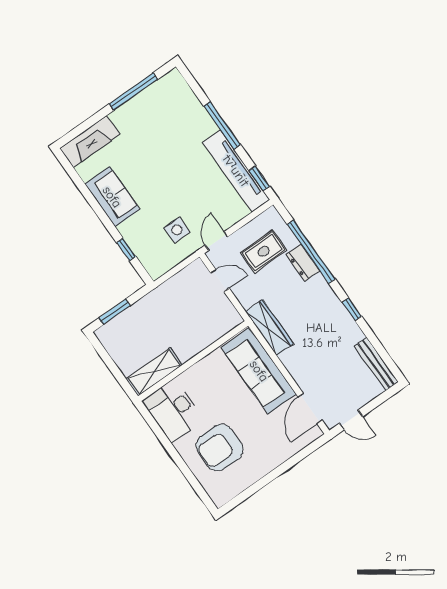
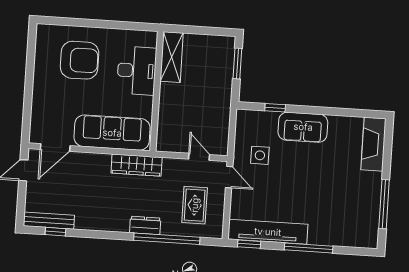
sofa: (112, 197) -> (303, 127), moved
dresser: (303, 263) -> (145, 225), moved
door: (220, 280) -> (199, 157), swing flipped
window: (352, 309) -> (55, 232), moved
door: (310, 408) -> (55, 148), swing flipped
desk: (173, 410) -> (137, 71), moved, turned 90
armchair: (220, 448) -> (80, 60), turned 90

